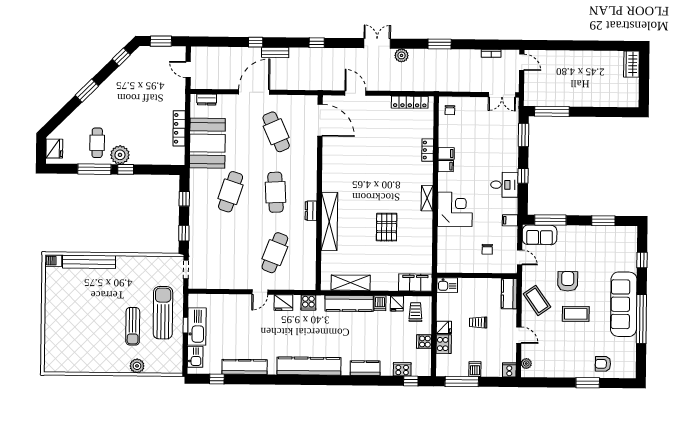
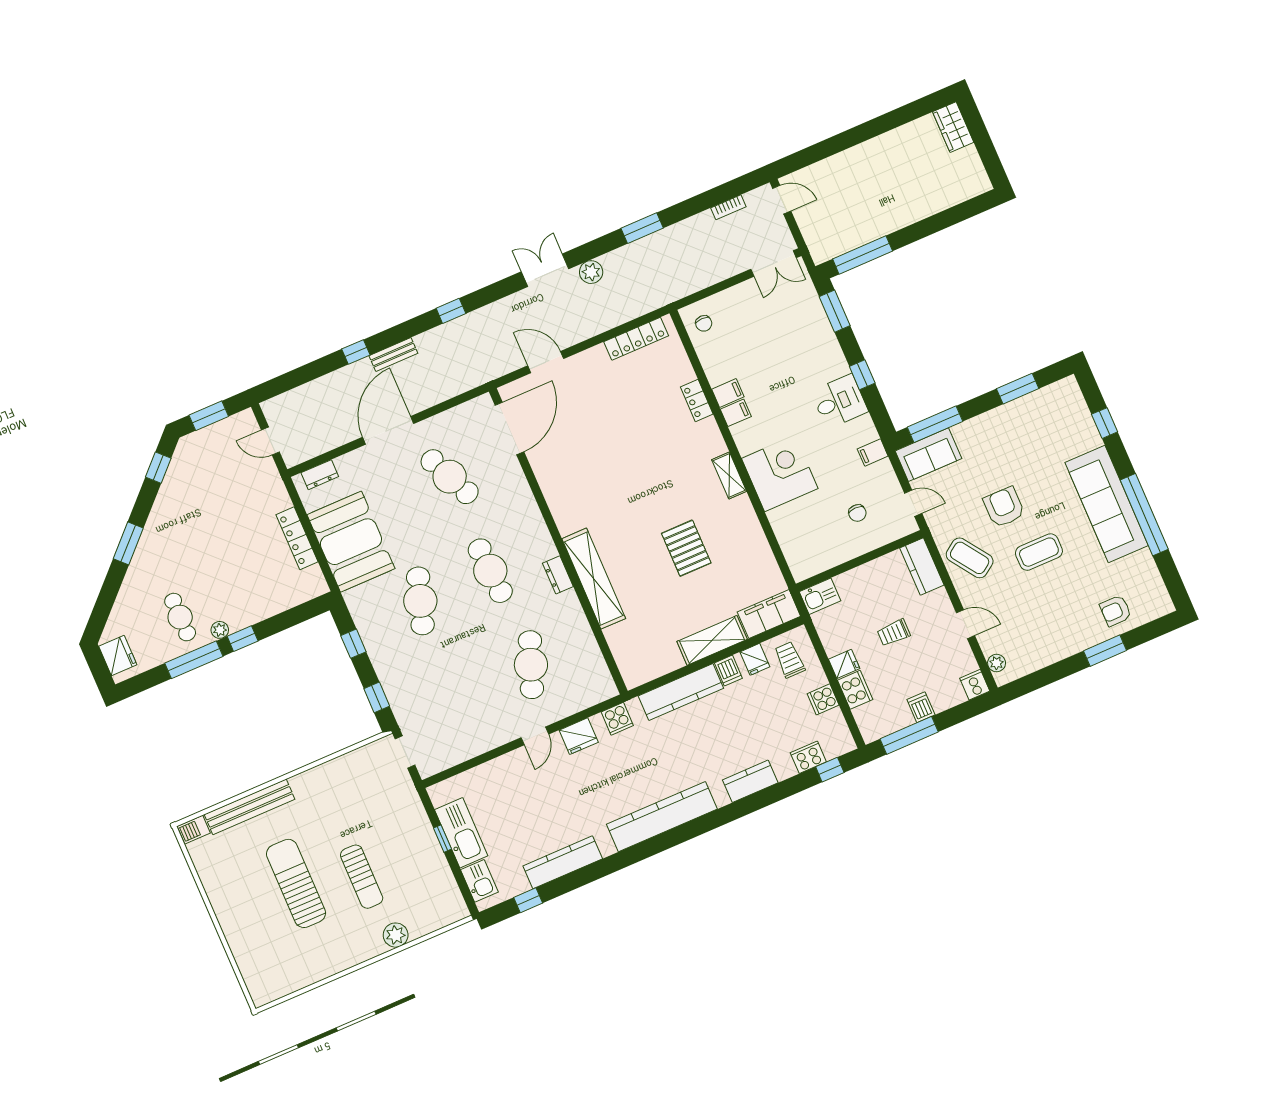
door: (320, 120) -> (509, 429), hinge flipped
plant: (120, 155) -> (220, 630), width x0.53, depth x0.53
shelving: (351, 283) -> (712, 640), moved
sun lounger: (163, 313) -> (296, 883), moved

